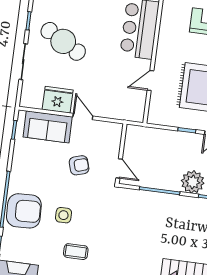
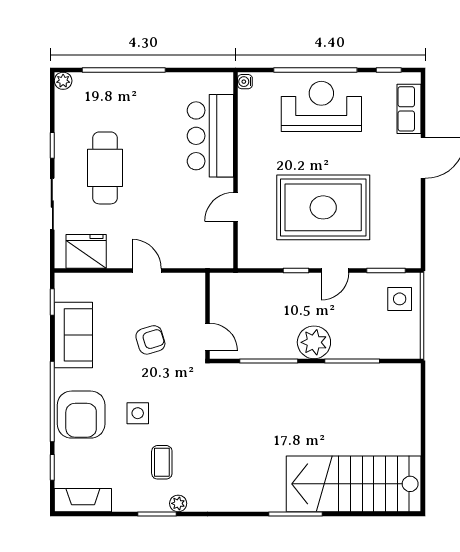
cafe table: (63, 41) -> (105, 168), turned 60
fridge: (58, 100) -> (86, 251), moved
sofa: (48, 127) -> (73, 335), moved, turned -90
armchair: (24, 211) -> (81, 415), turned 92
coffee table: (76, 252) -> (162, 462), turned 90

